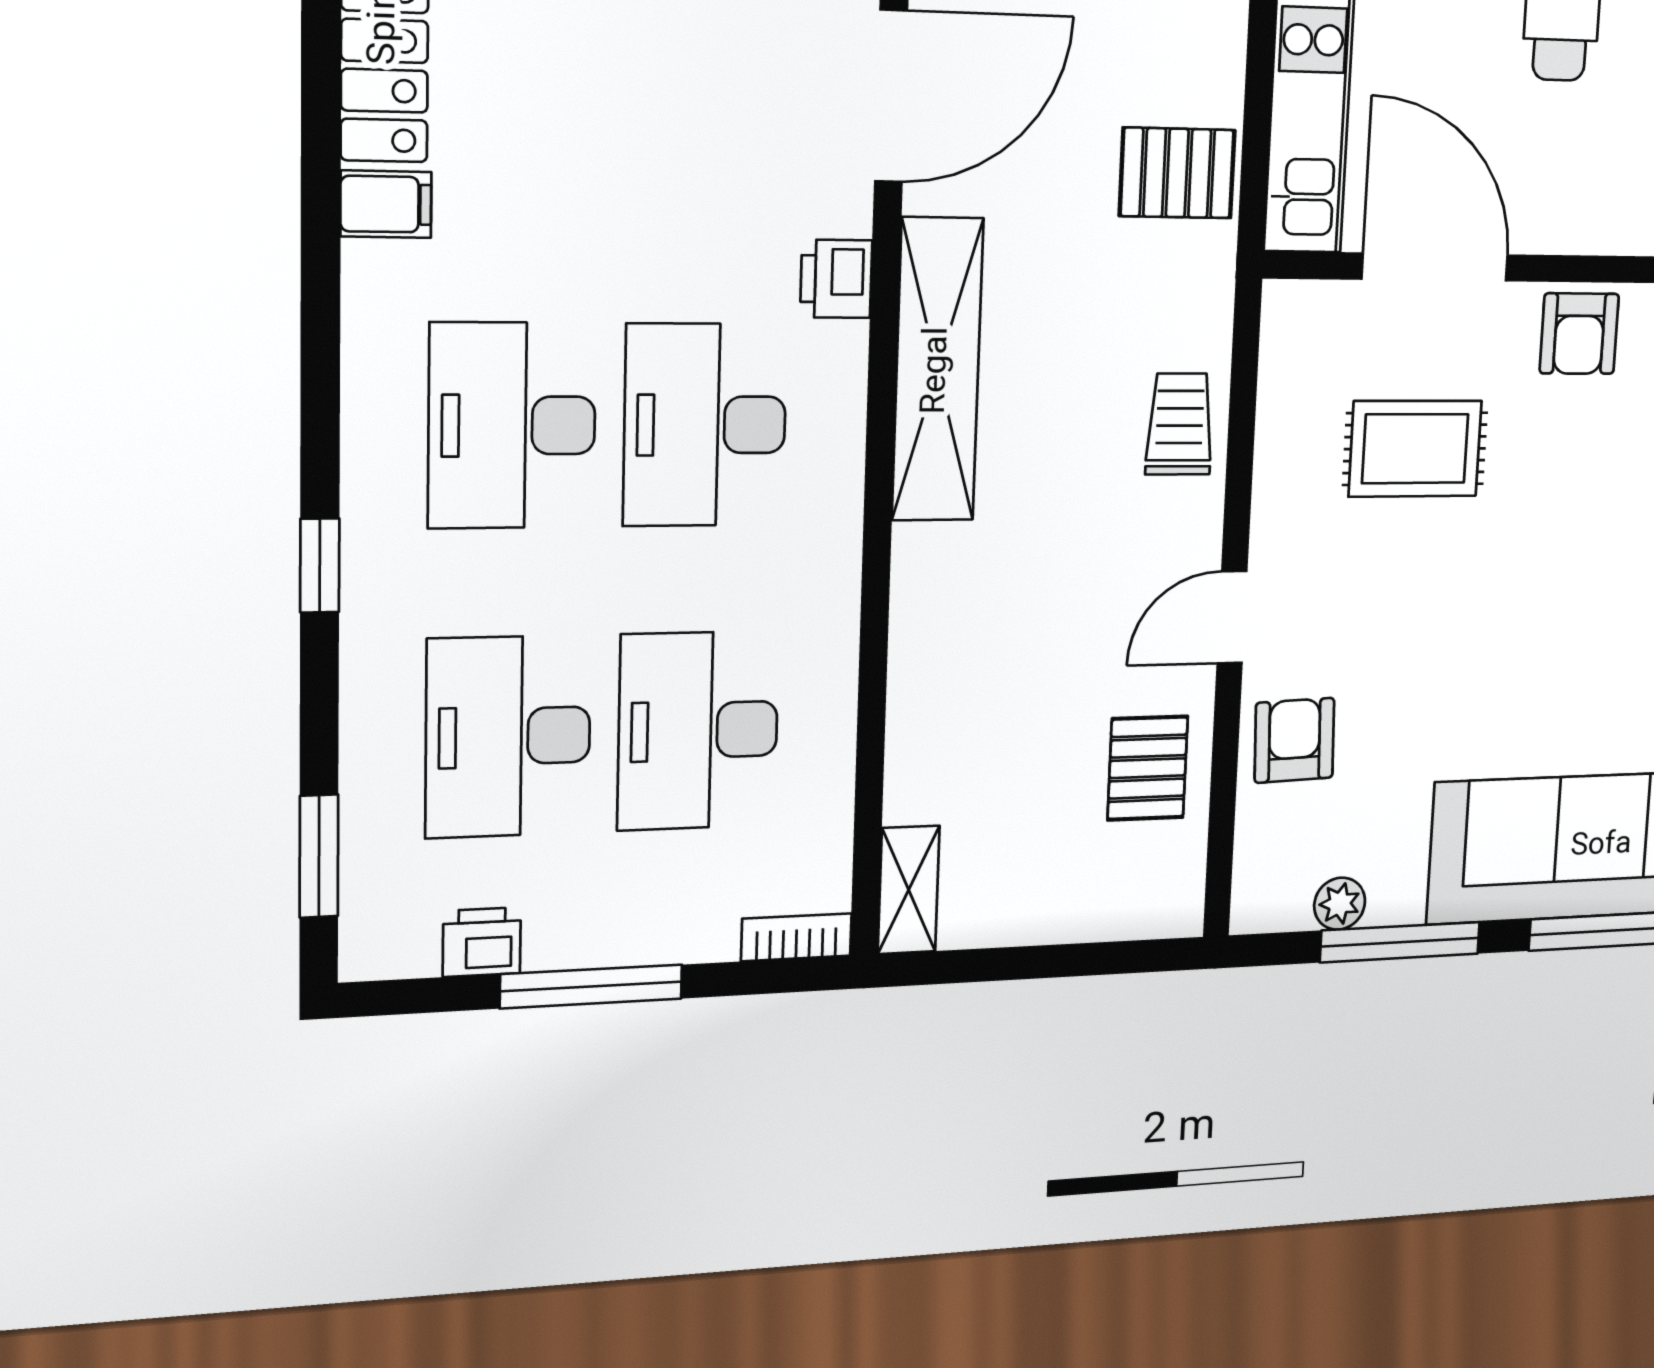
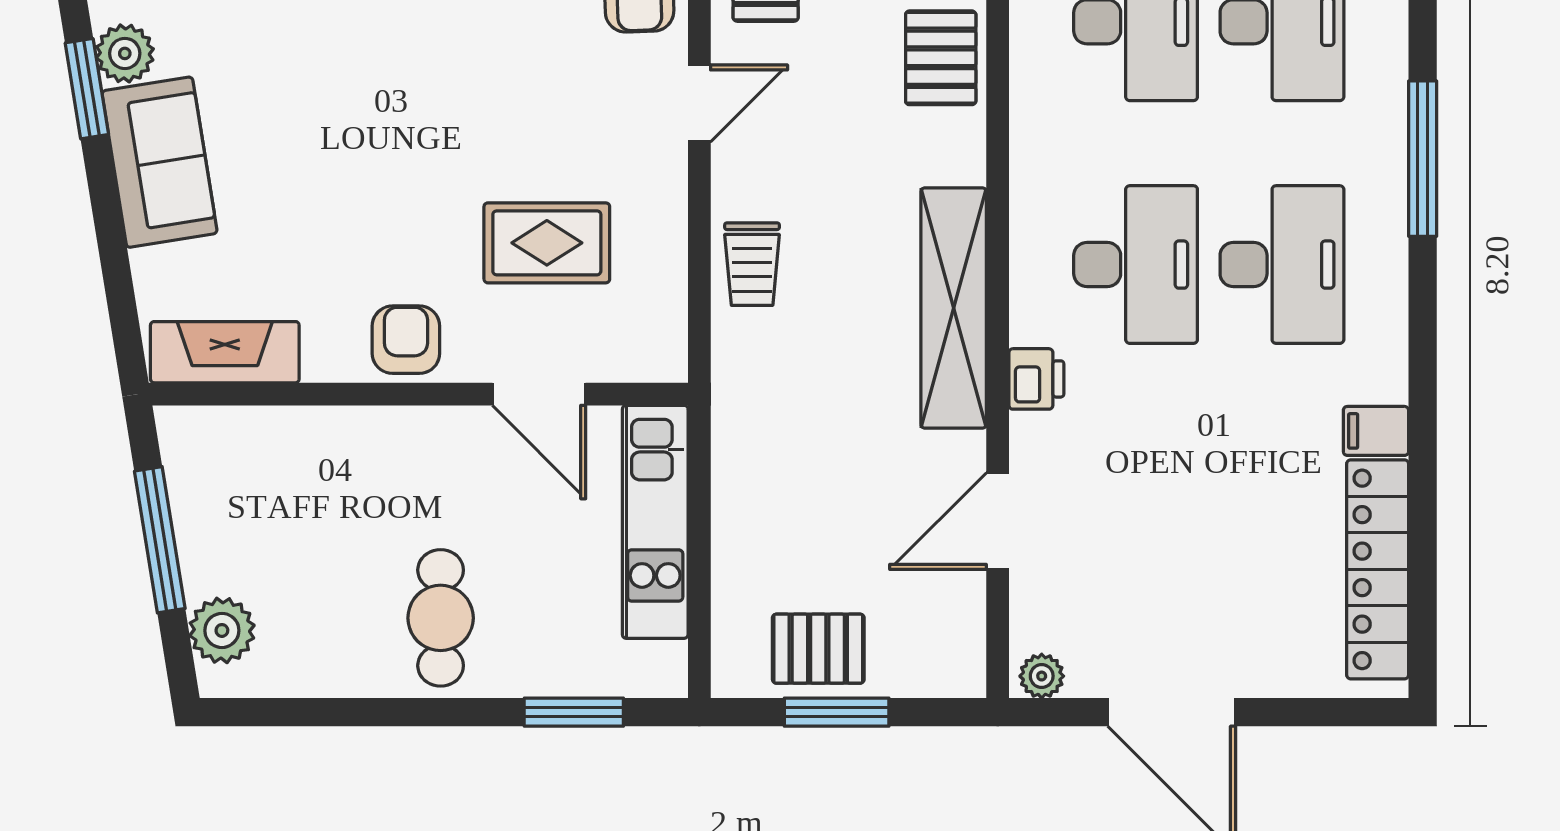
door: (891, 96) -> (998, 521), width x0.73
pallet: (1177, 173) -> (941, 58), moved, turned 90
door: (1435, 267) -> (539, 394), width x0.73
window: (320, 565) -> (1423, 159), width x2.17

